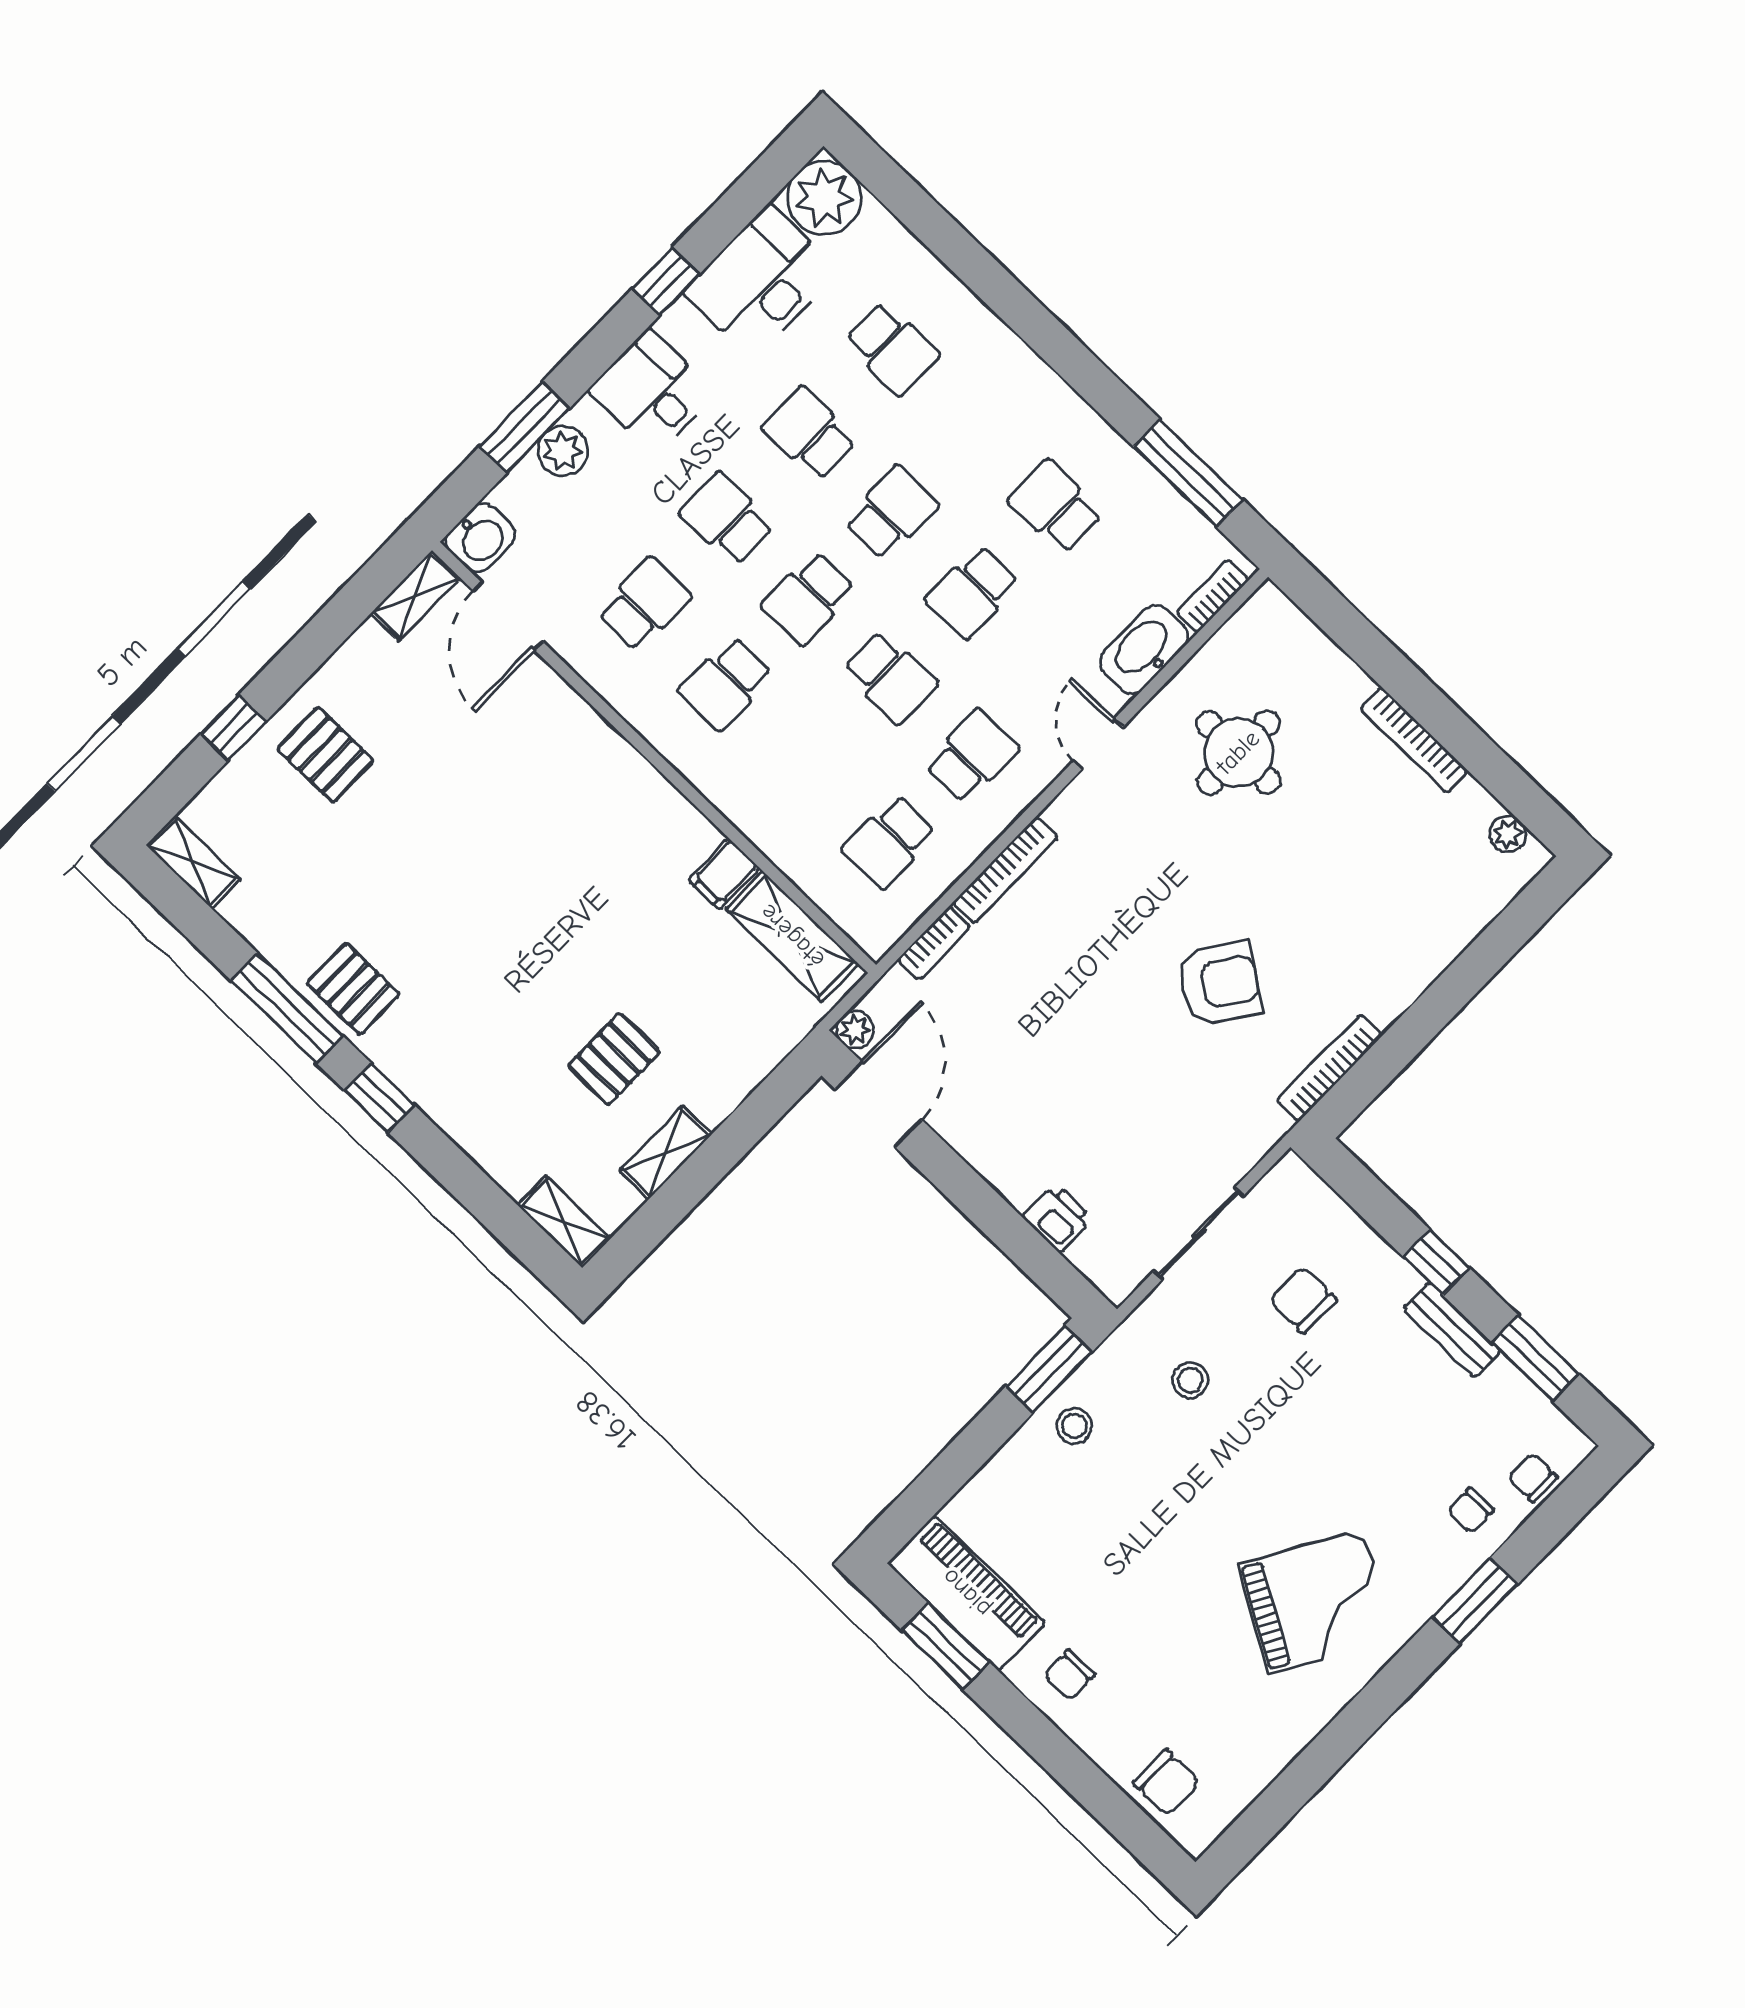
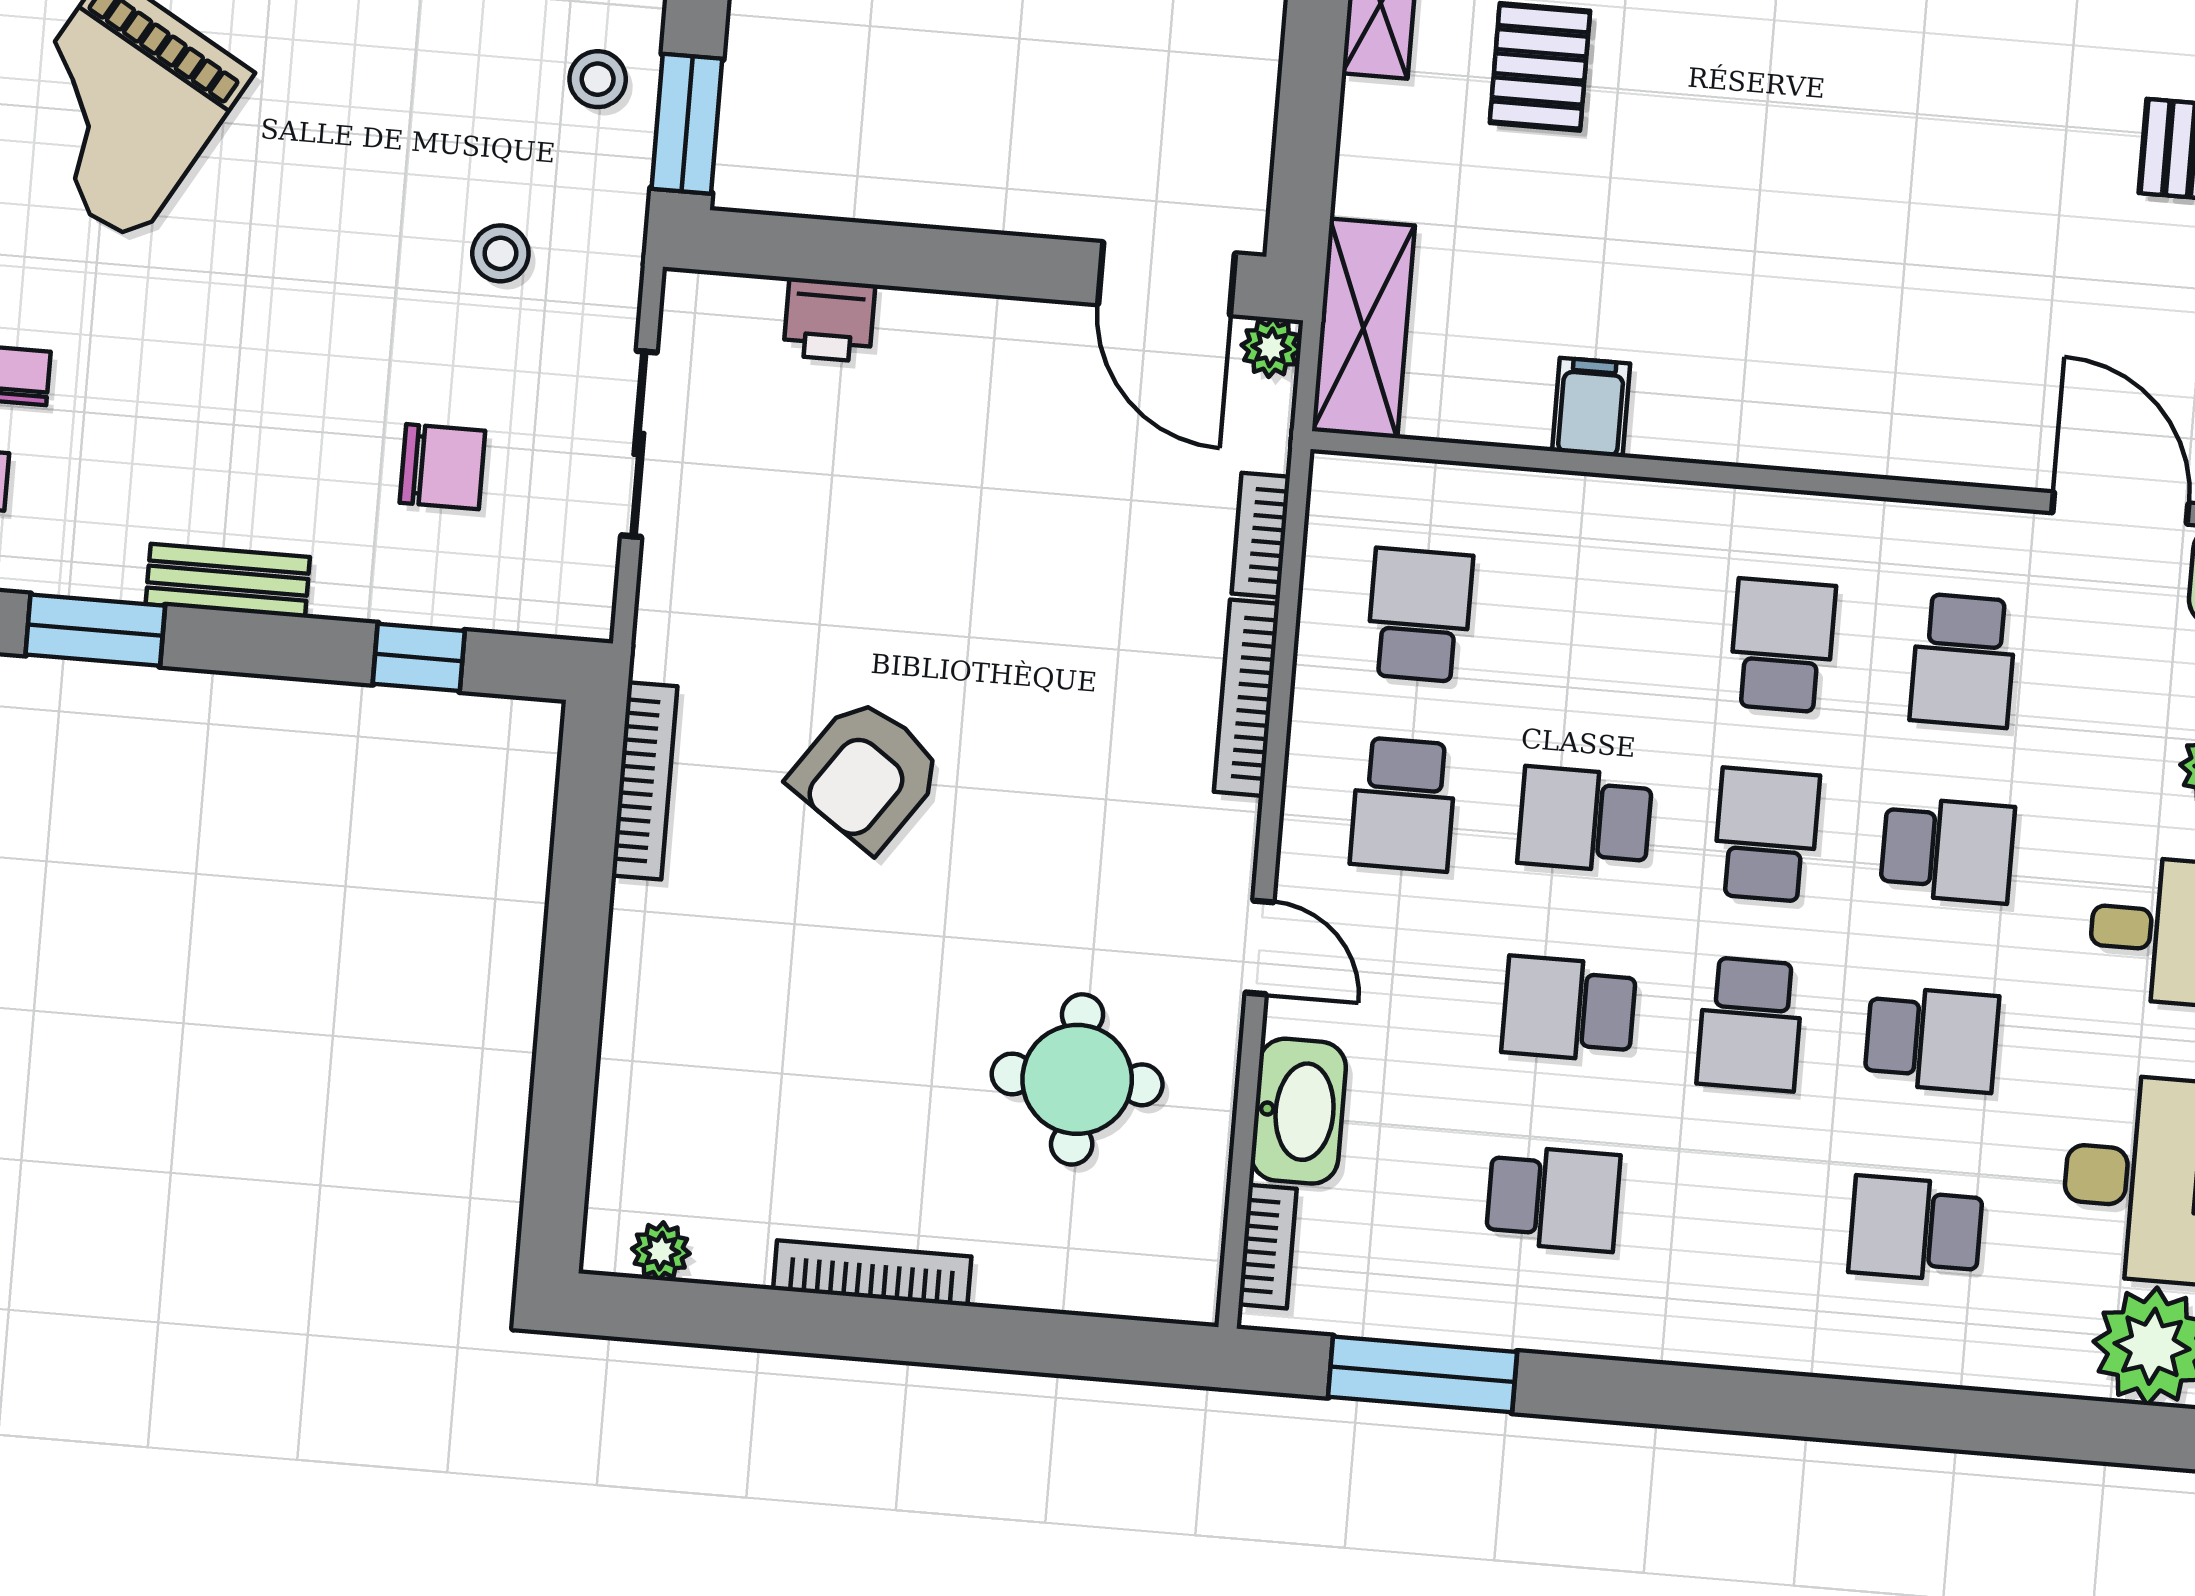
school desk: (973, 592) -> (1569, 1009), turned -90
shelving: (792, 936) -> (1363, 328), moved, turned 90
window: (1436, 1262) -> (419, 657), moved

